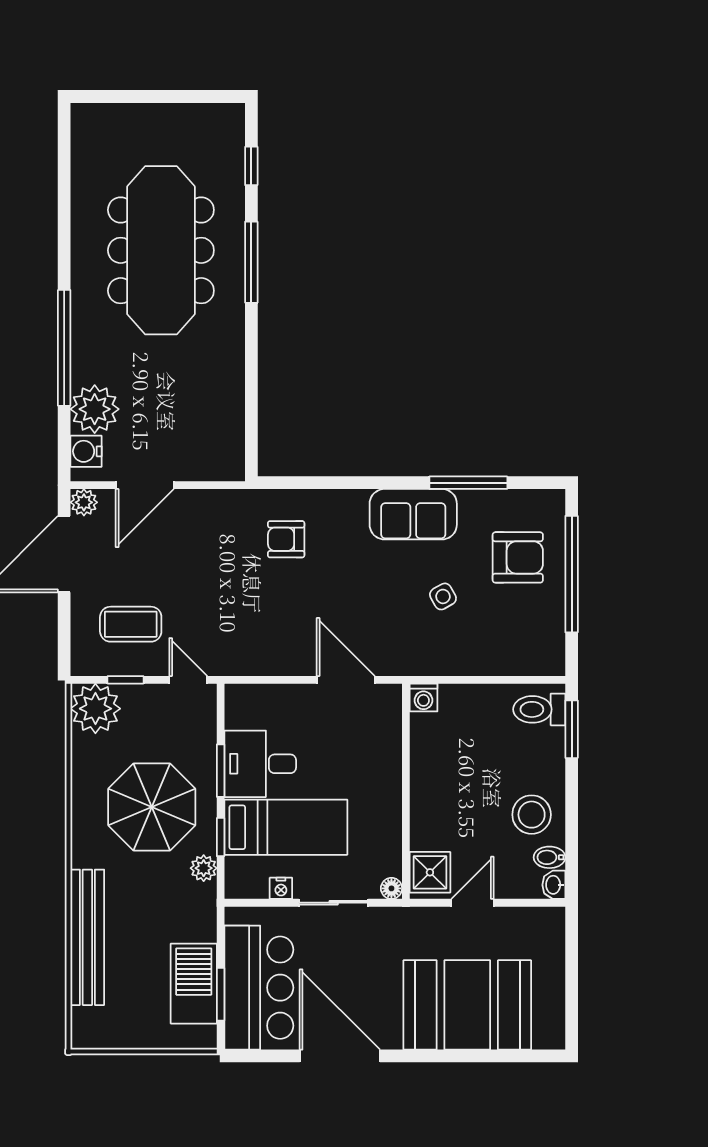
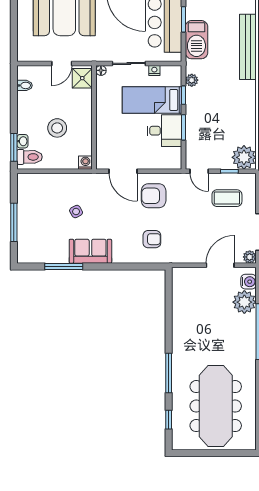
meeting table: (161, 250) -> (216, 406), moved
armchair: (518, 557) -> (154, 196), moved
window: (572, 574) -> (14, 222), width x0.68
parasol: (152, 807) -> (217, 110), removed
stool: (532, 815) -> (57, 128), moved
washbasin: (554, 885) -> (22, 141), moved
barbecue: (194, 984) -> (196, 40), moved

